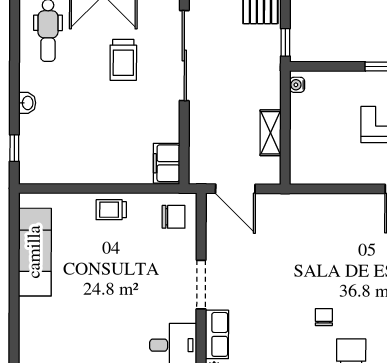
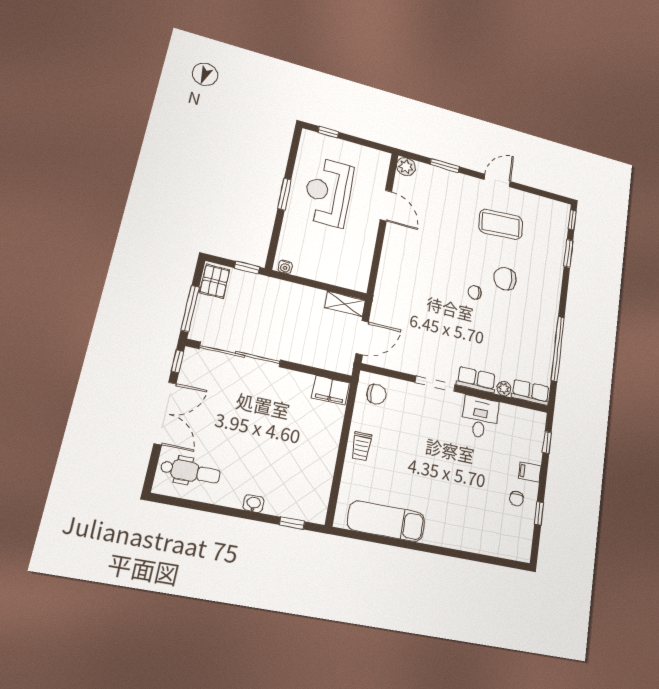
trolley: (123, 60) -> (233, 409), removed
shelving: (271, 133) -> (345, 304), moved
chair: (174, 217) -> (376, 394), turned 90

